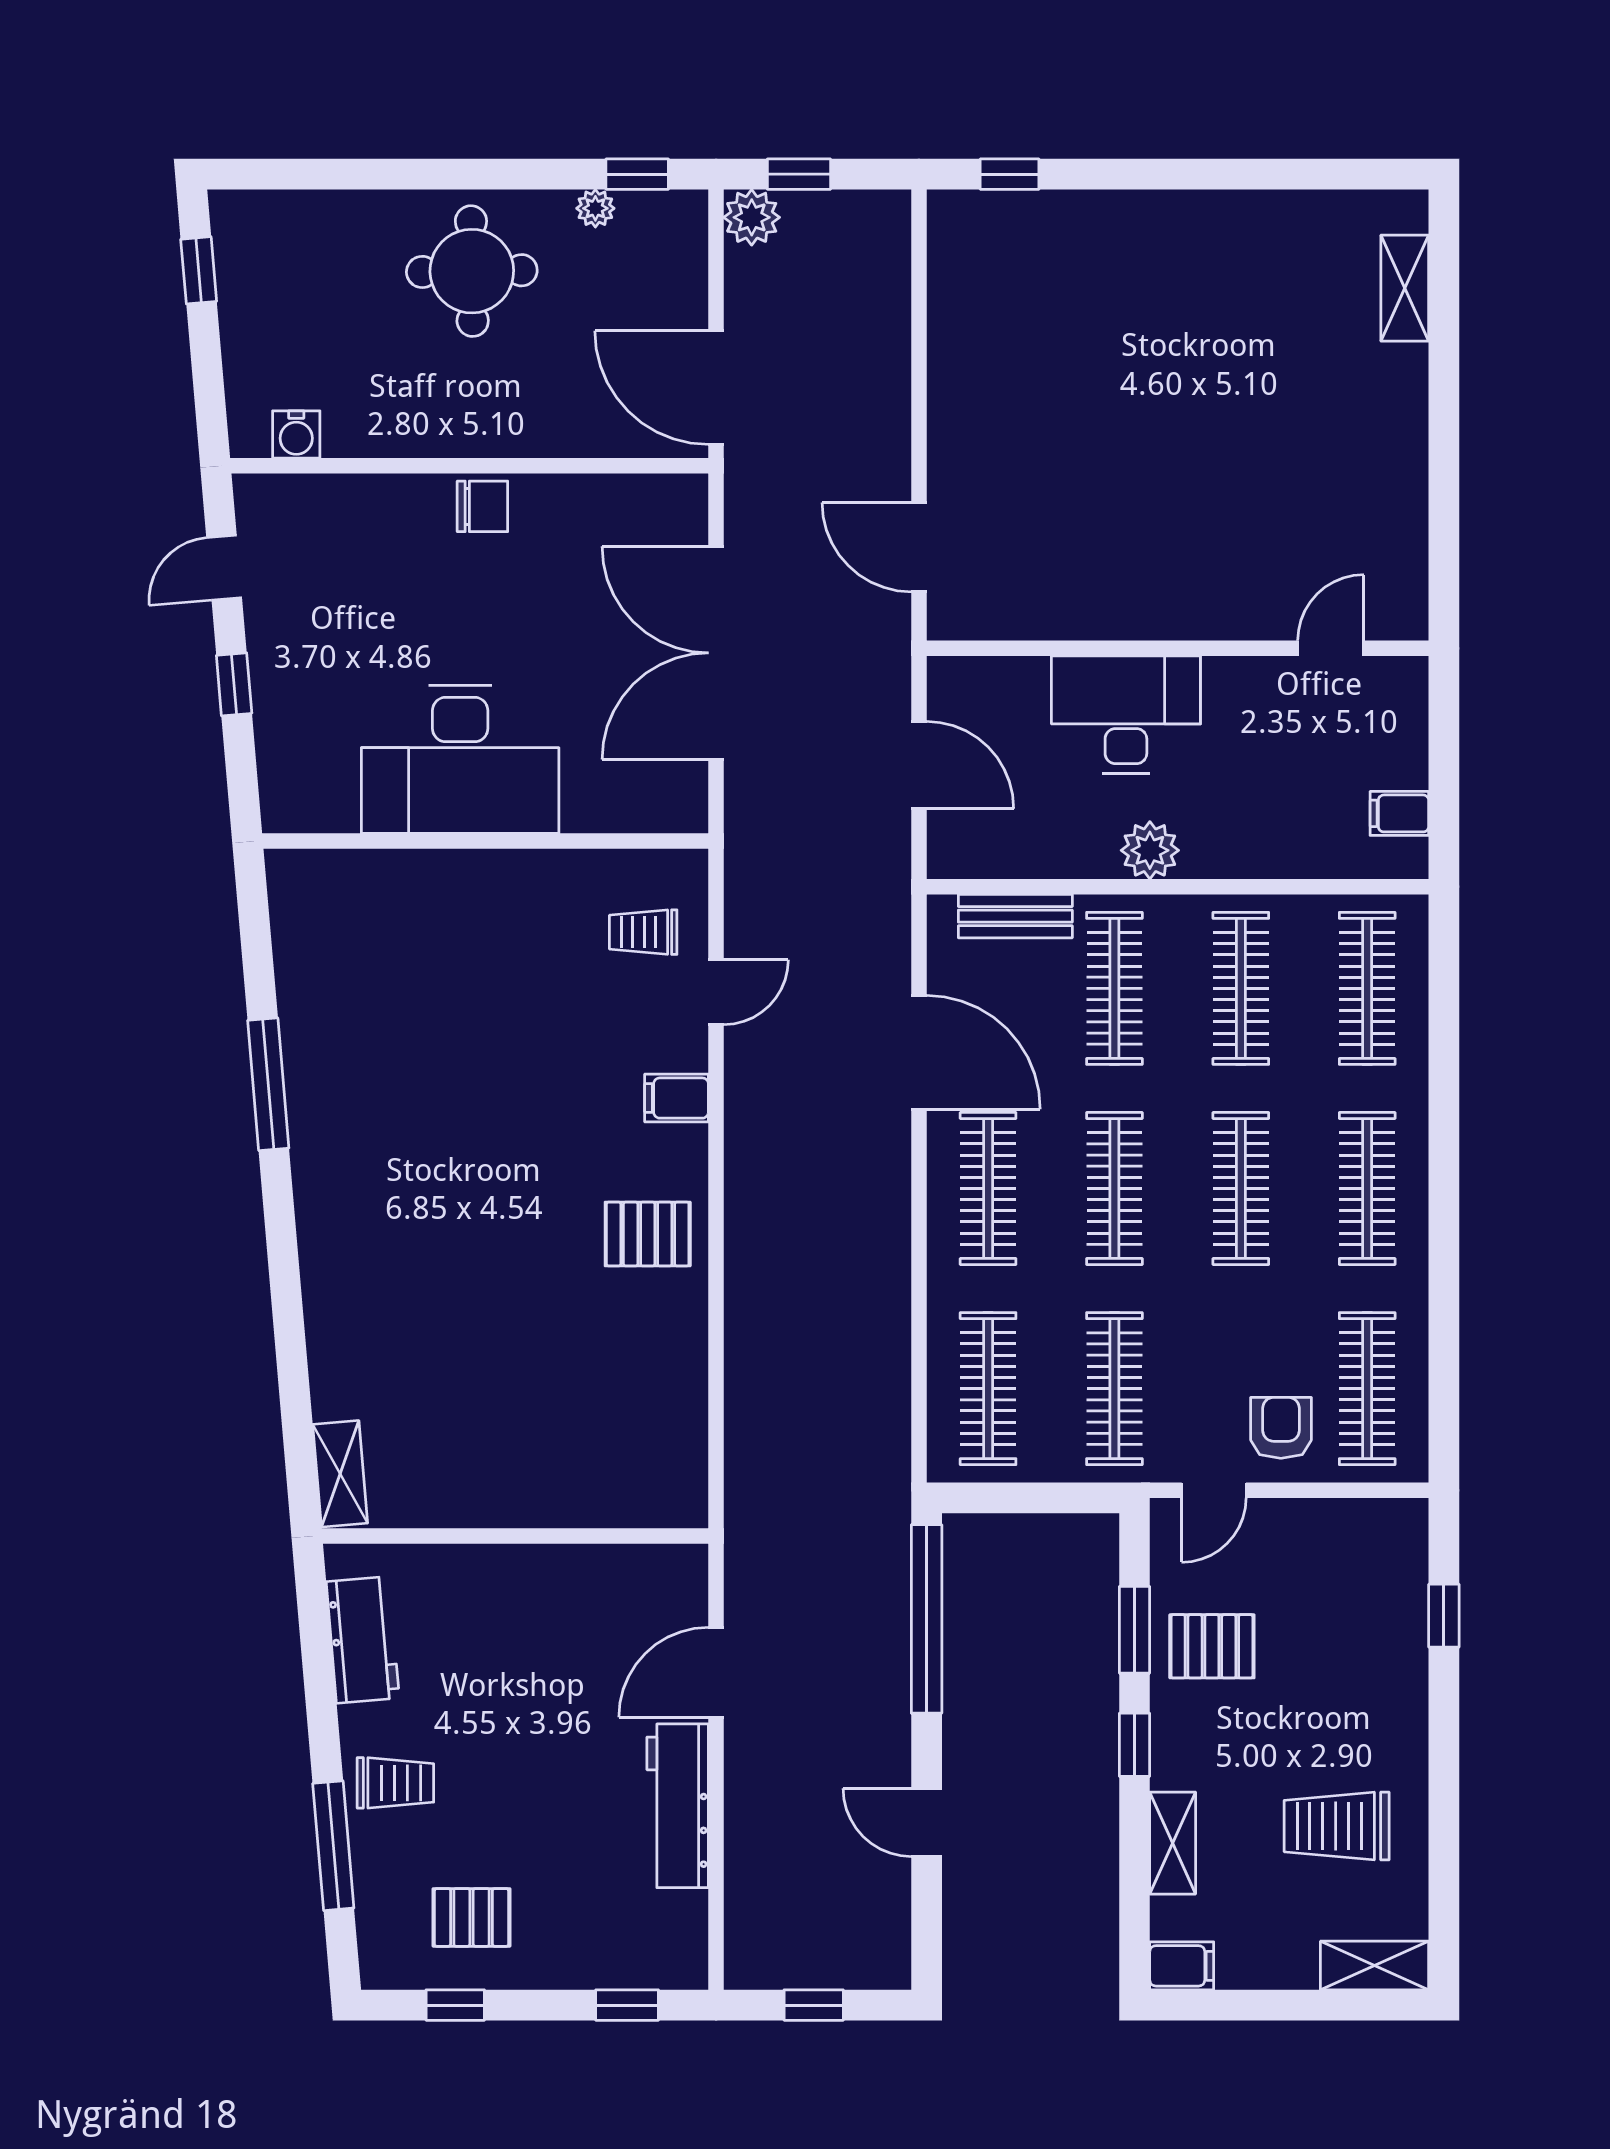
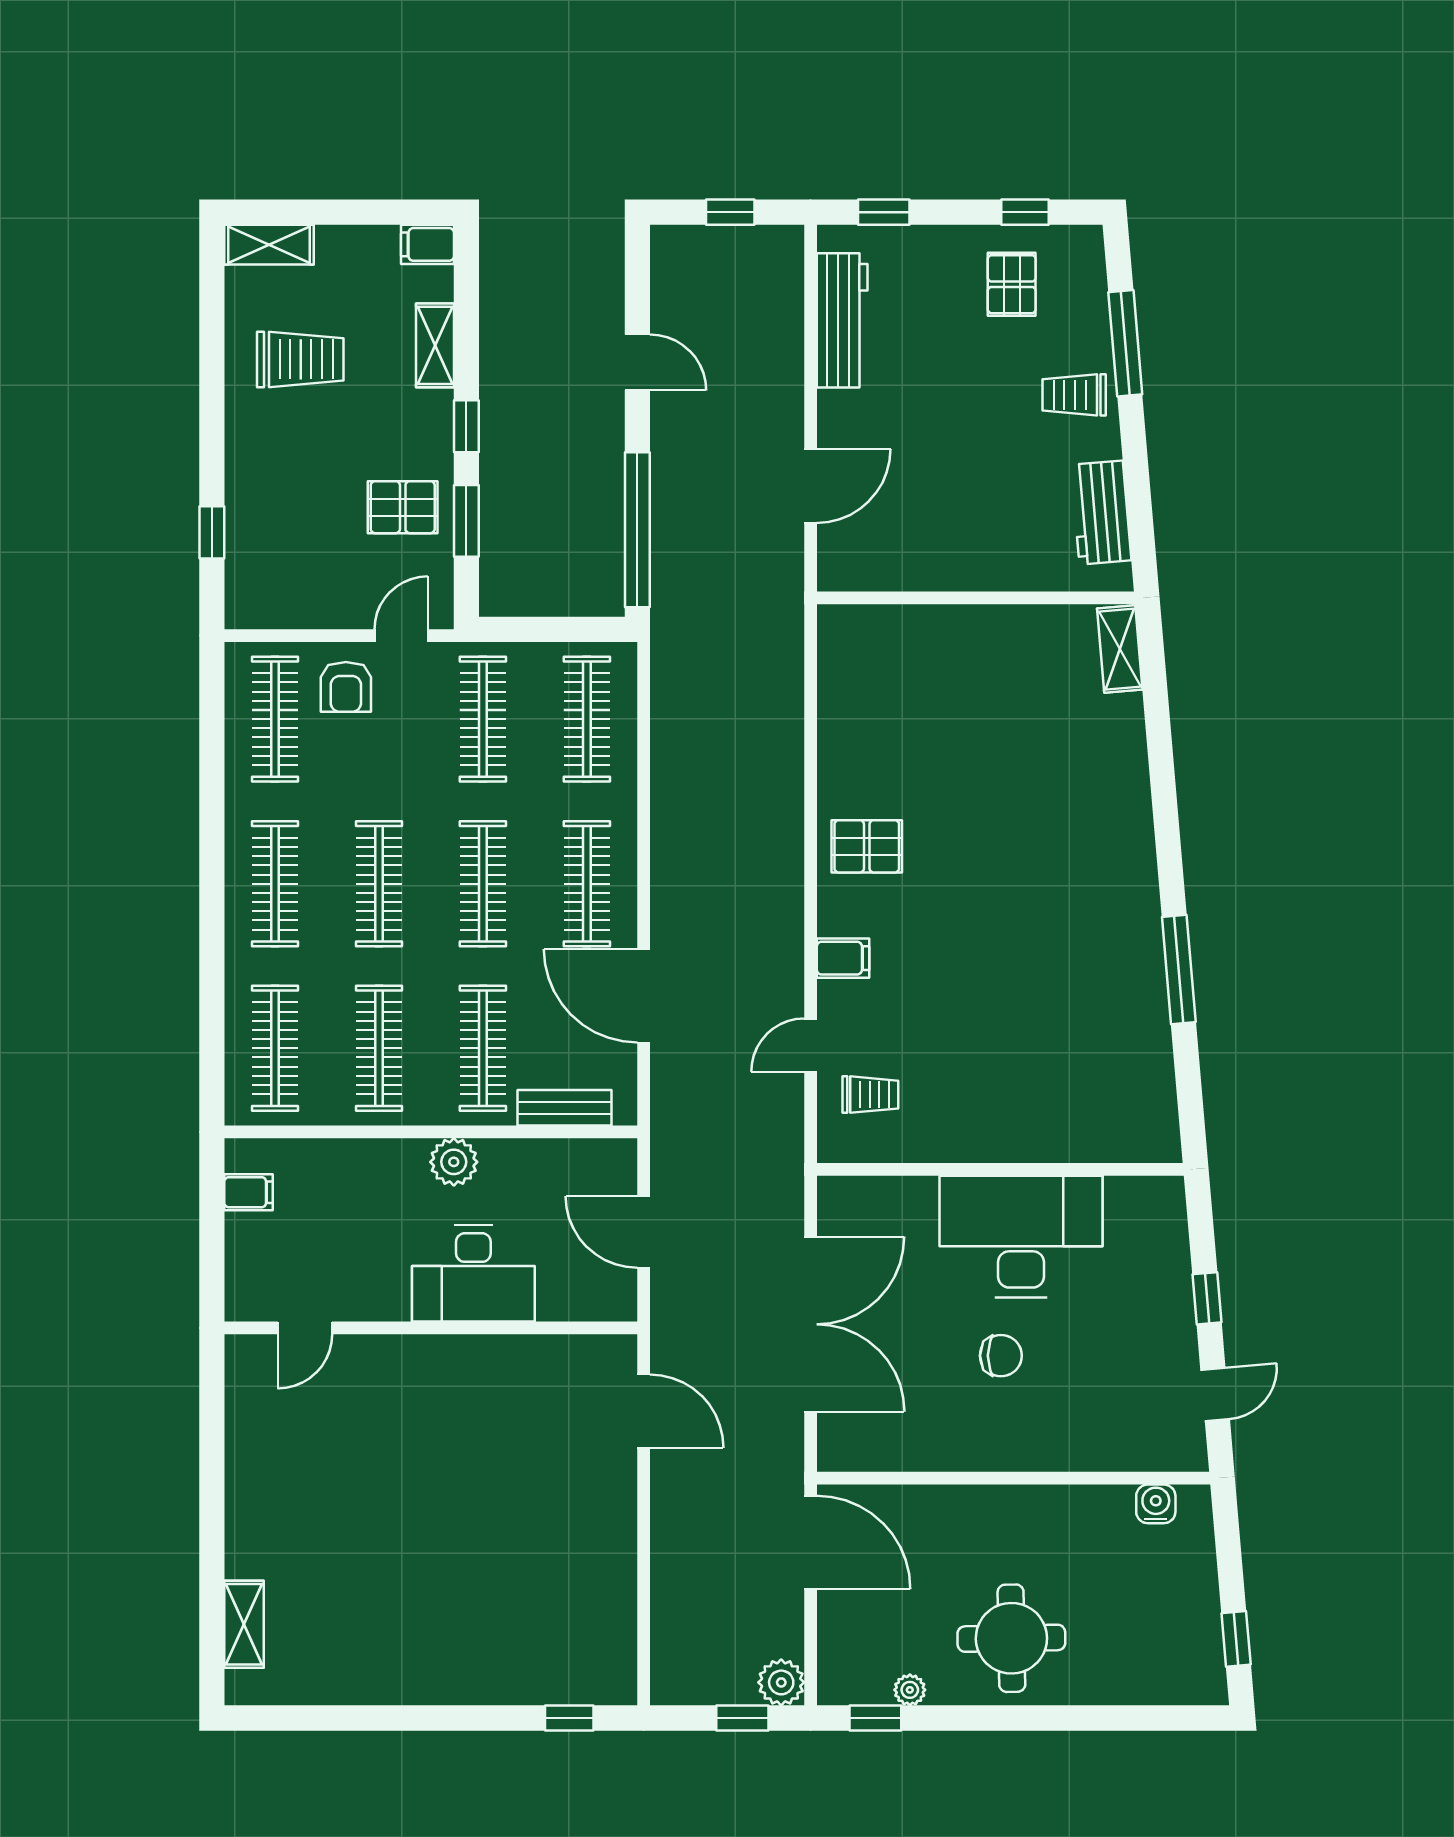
chair: (482, 506) -> (1001, 1356), moved, turned 180
workbench: (678, 1806) -> (842, 320), moved
pallet: (472, 1917) -> (1012, 284), turned 90

